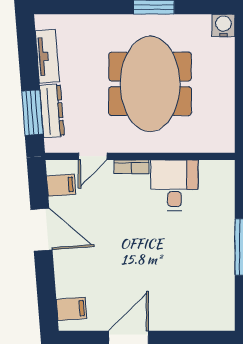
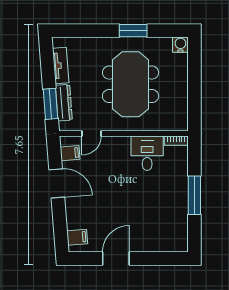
bookcase: (132, 167) -> (176, 141), moved

